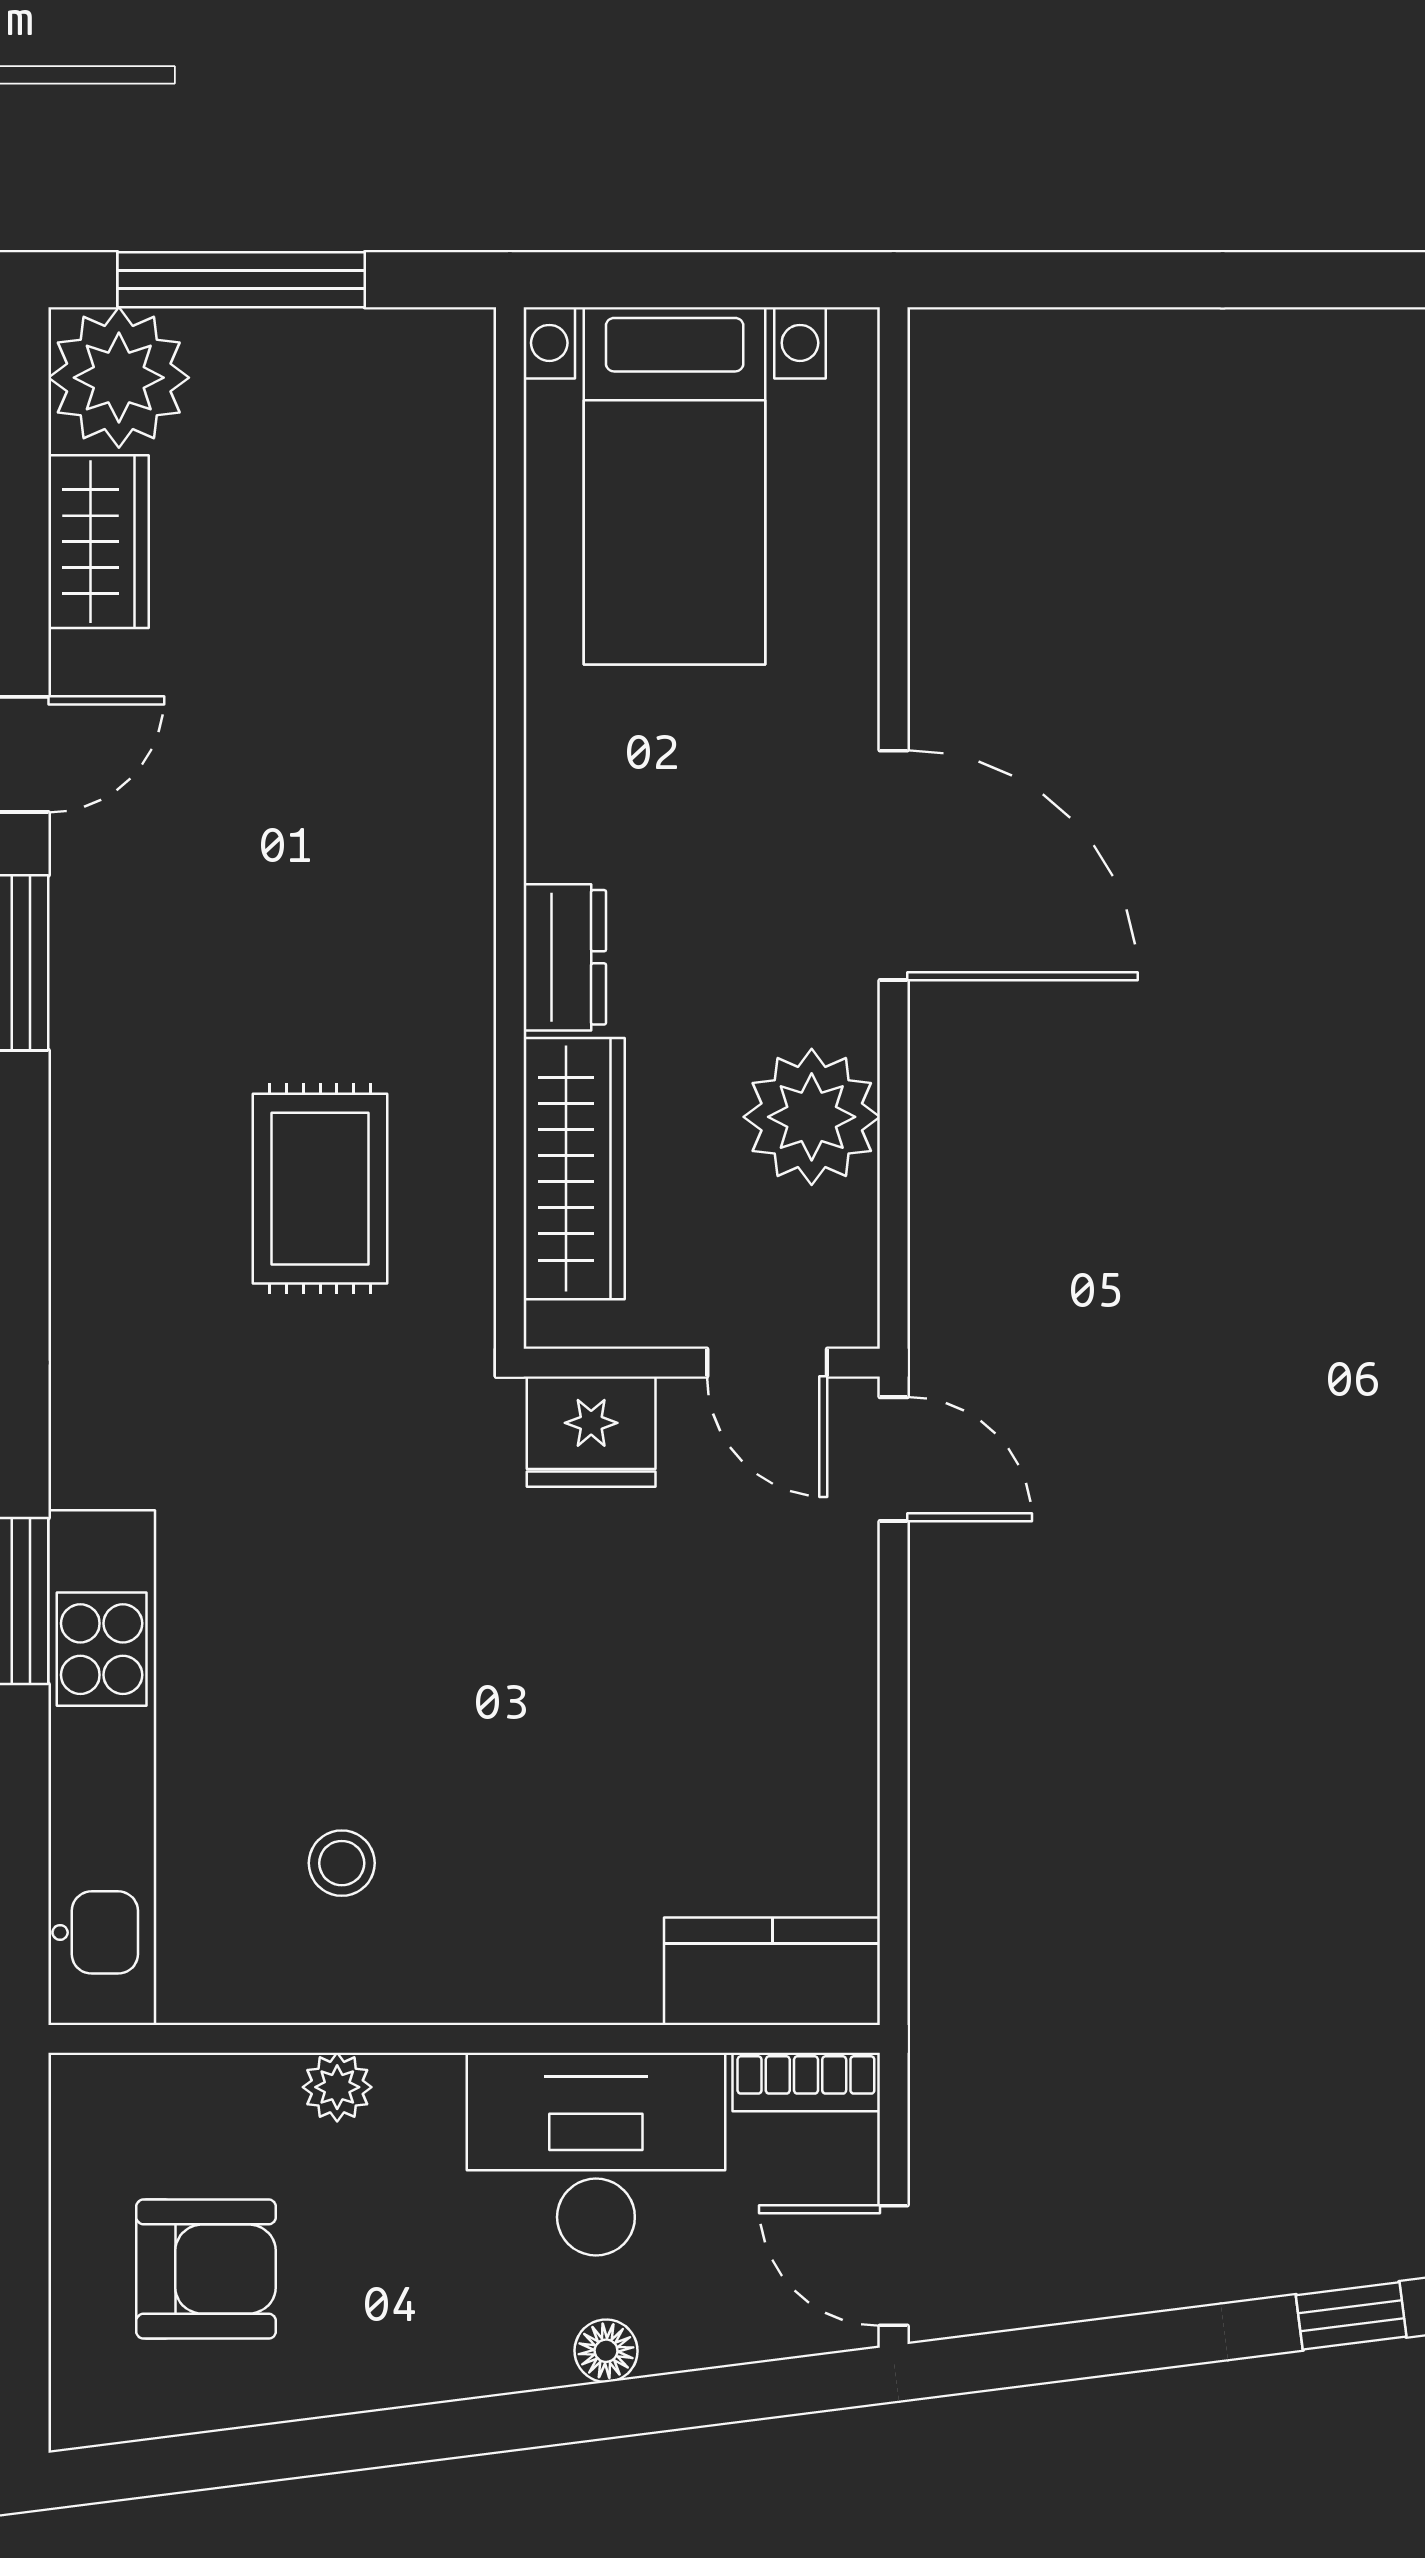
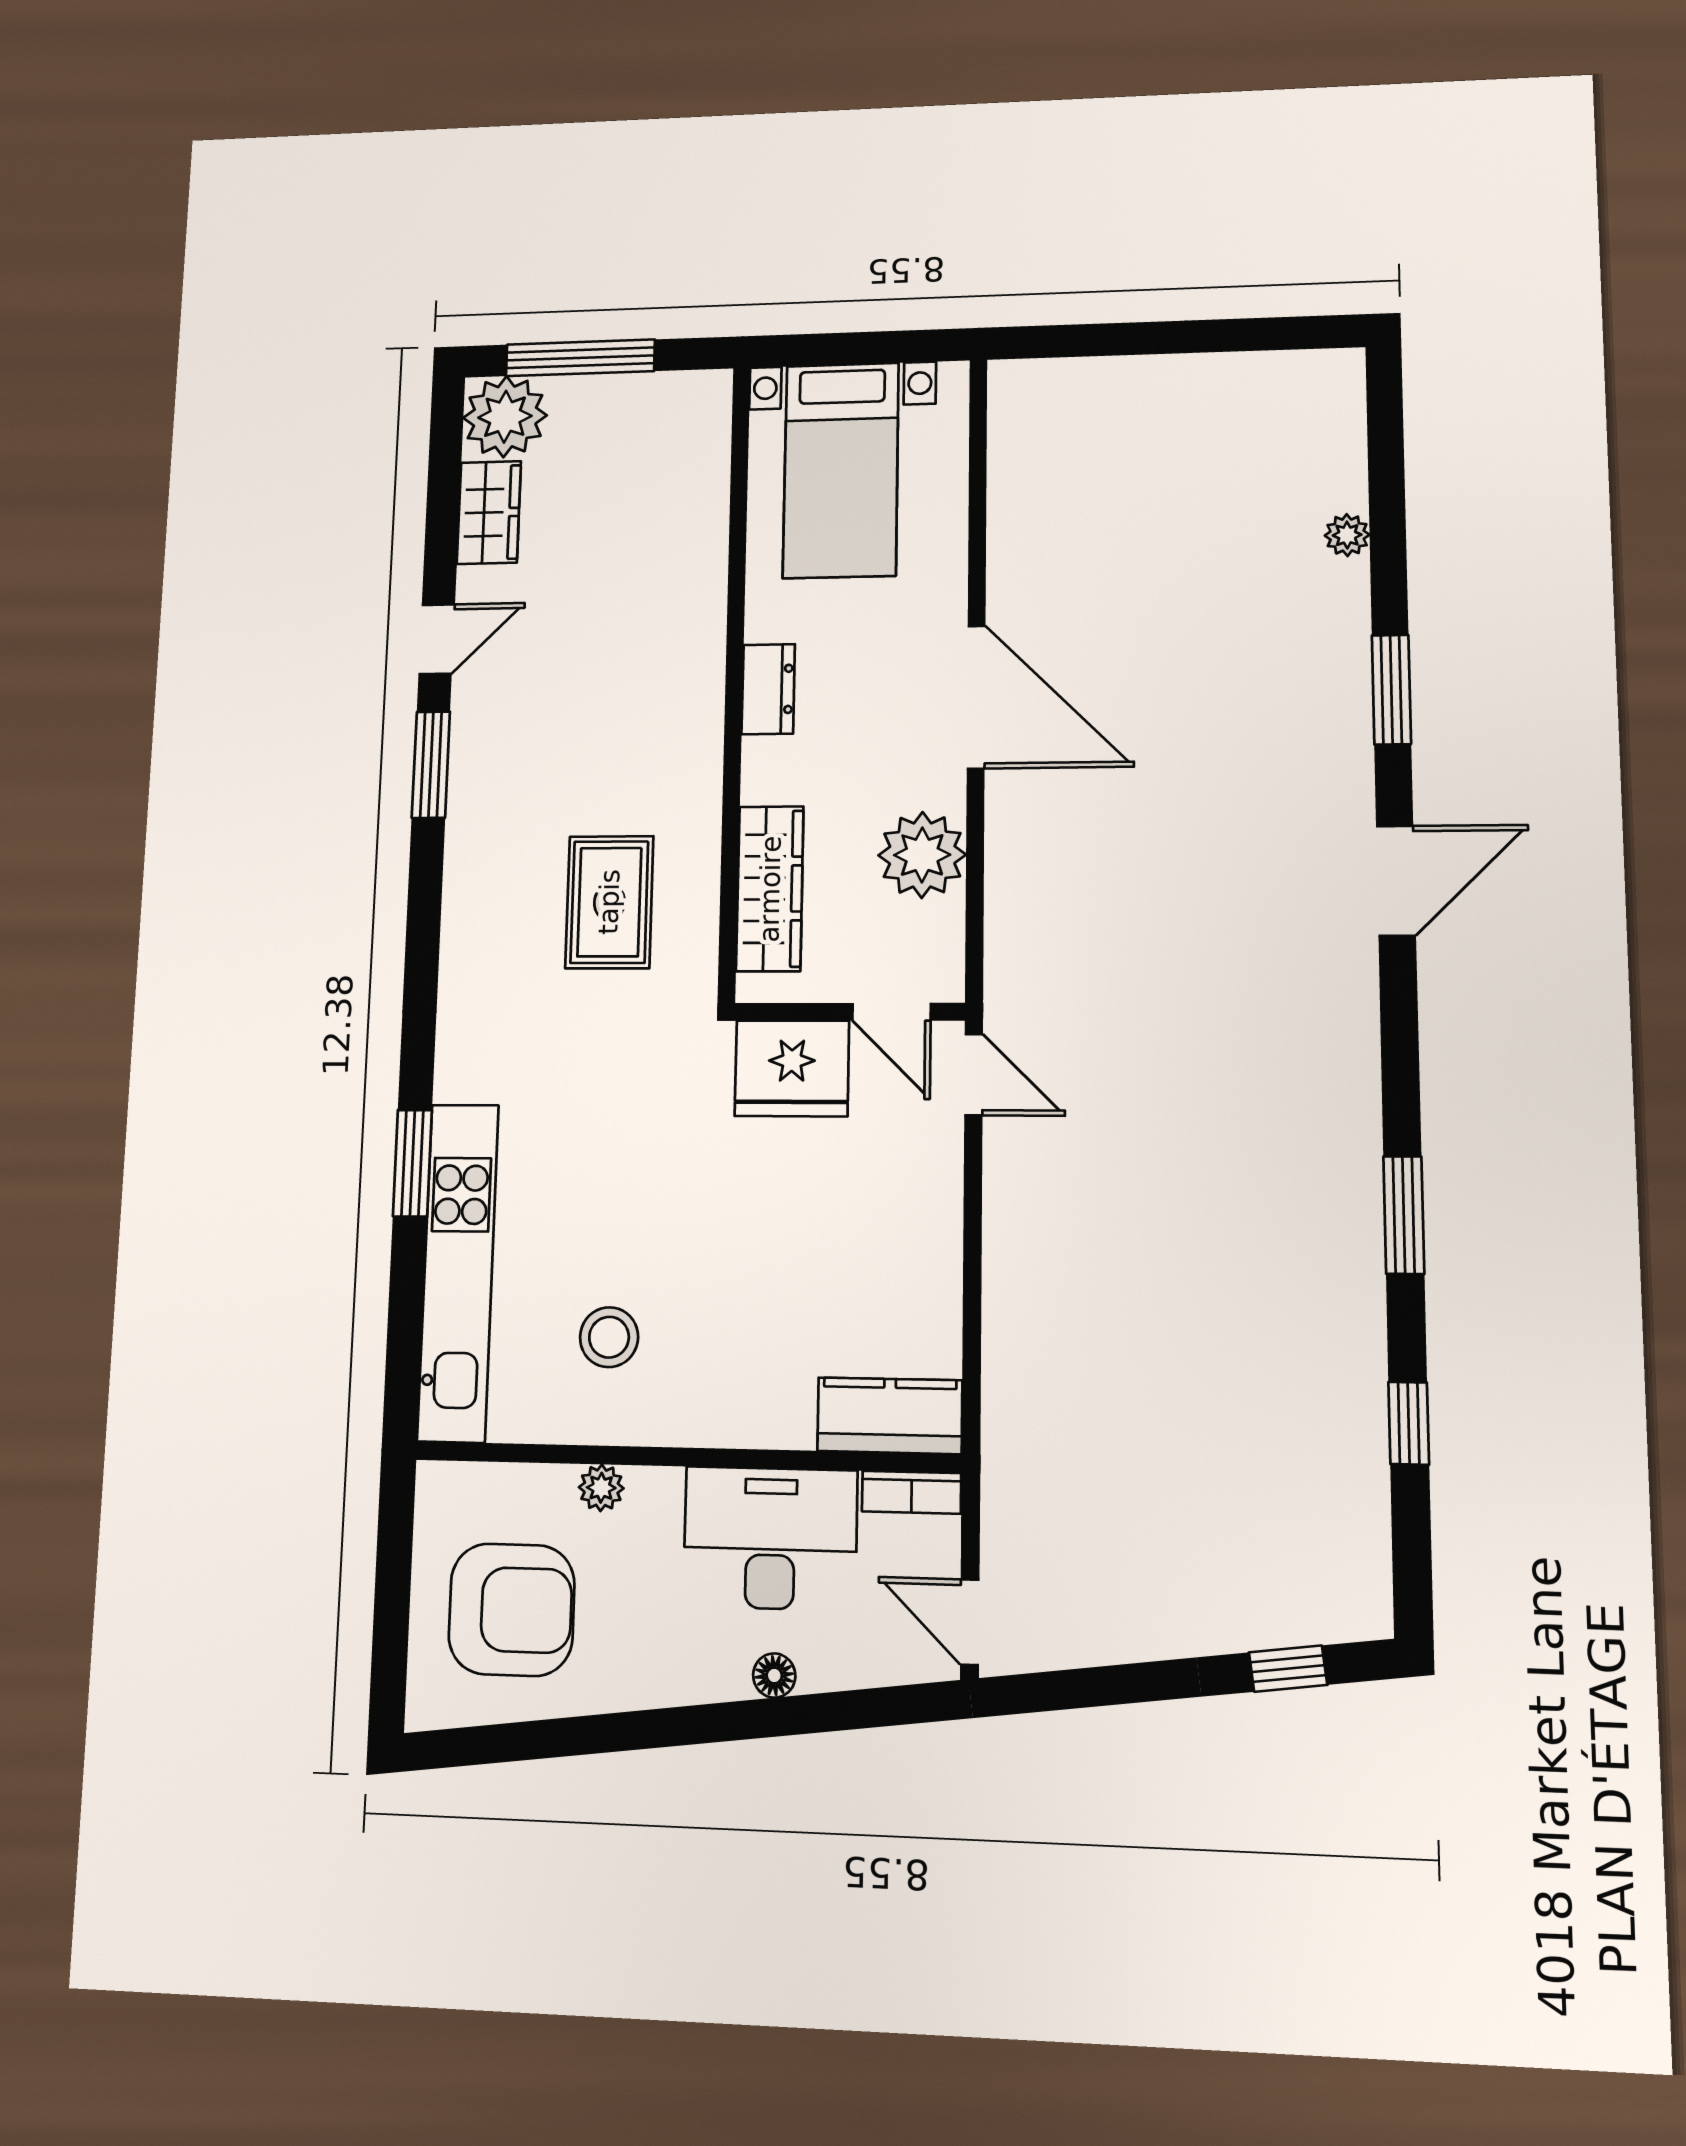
dresser: (565, 957) -> (768, 689), moved
fridge: (591, 1432) -> (792, 1068), width x1.36, depth x1.34
stool: (342, 1863) -> (609, 1337), width x1.37, depth x1.37
armchair: (206, 2269) -> (511, 1610), width x1.36, depth x1.36

